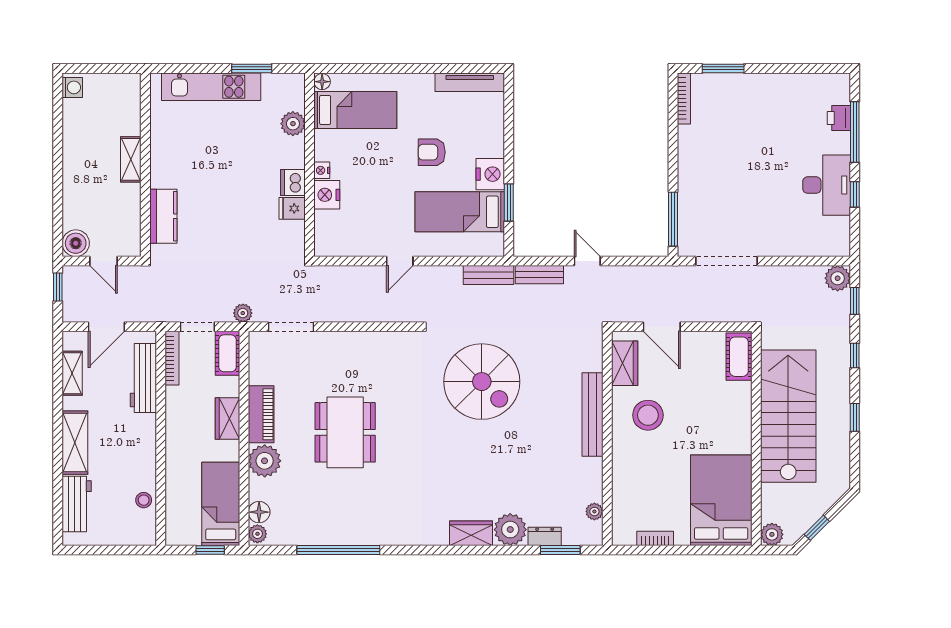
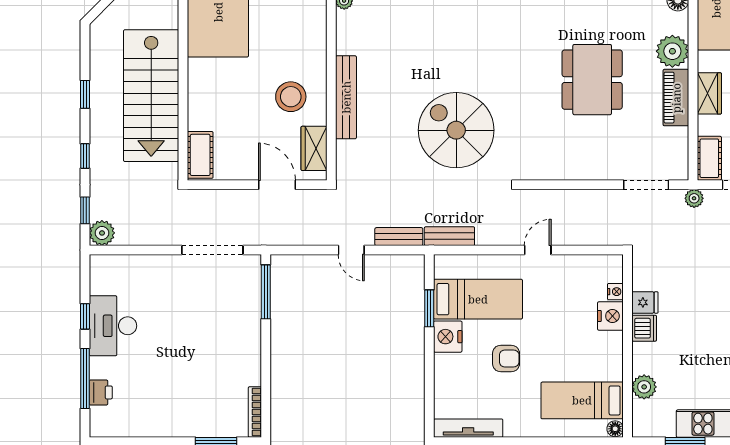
nightstand: (322, 170) -> (615, 292), moved

